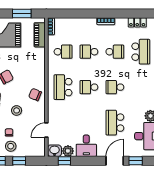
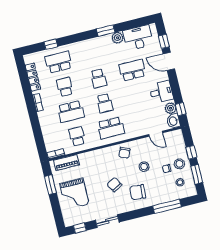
locker: (137, 22) -> (33, 77), width x1.53
school desk: (89, 52) -> (71, 112), width x1.85
school desk: (115, 123) -> (132, 70), turned 180

